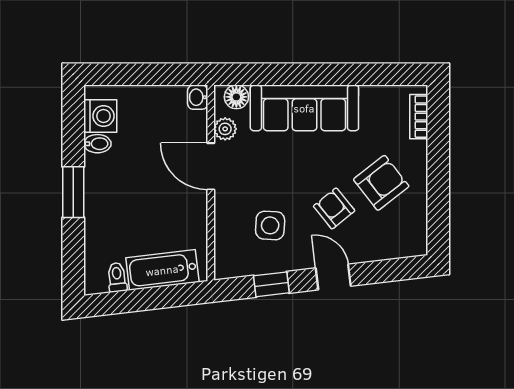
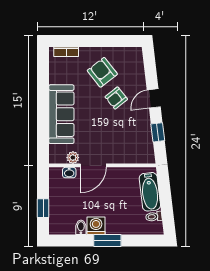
window: (133, 74) -> (43, 208), added
washbasin: (198, 97) -> (69, 173), moved
floor lamp: (236, 97) -> (55, 151), removed
washing machine: (100, 116) -> (96, 226), moved
side table: (270, 225) -> (126, 133), removed

